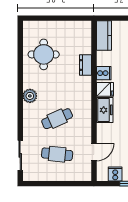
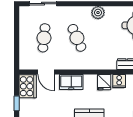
freezer: (105, 110) -> (71, 82), moved
cooker: (115, 174) -> (28, 86), width x1.87, depth x1.31

